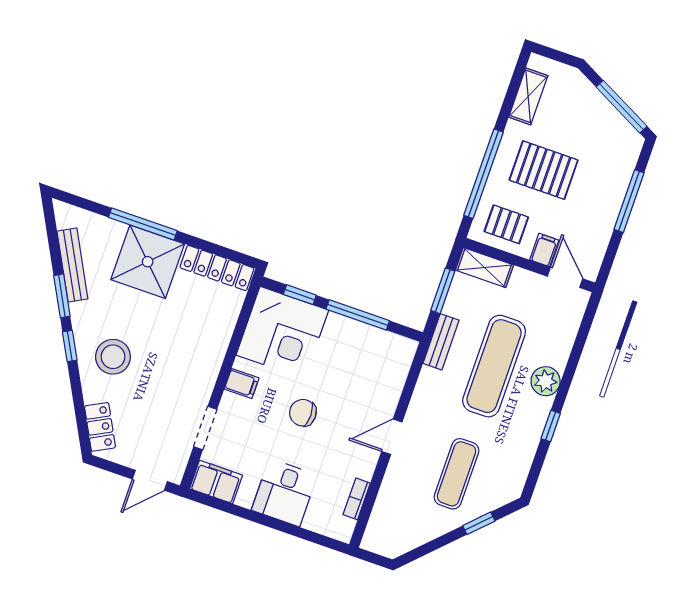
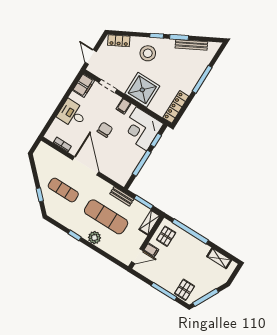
pallet: (544, 170) -> (185, 290), moved, width x0.67, depth x0.71
shower: (148, 262) -> (142, 90), moved
door: (392, 437) -> (86, 166), width x1.87

